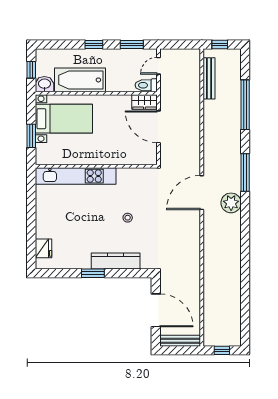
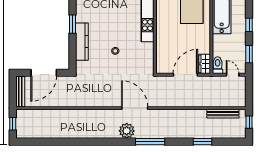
window: (245, 105) -> (203, 142), width x0.47

